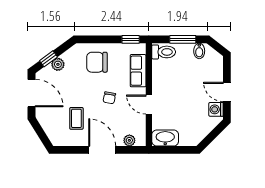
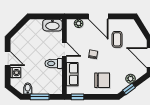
toilet: (164, 52) -> (54, 63), moved
window: (48, 59) -> (129, 89), moved
washing machine: (216, 109) -> (15, 73), moved

